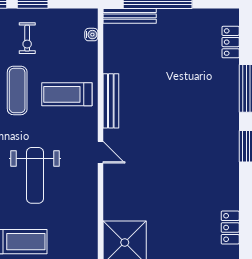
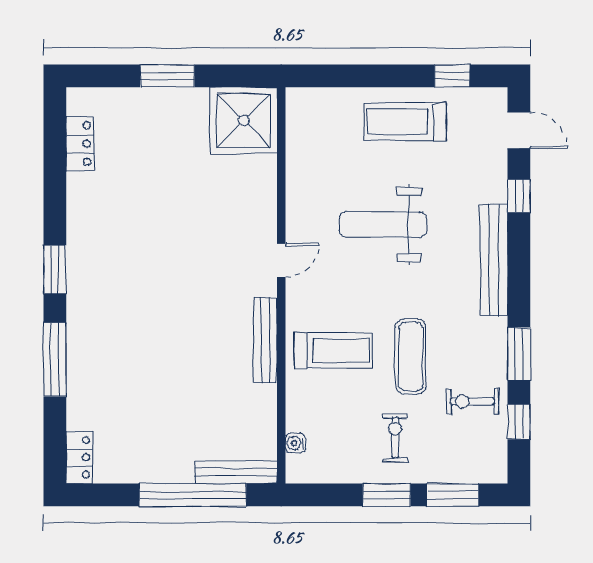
locker: (231, 42) -> (79, 457), moved
door: (100, 152) -> (281, 260), swing flipped
weight bench: (35, 175) -> (383, 225), turned -90

